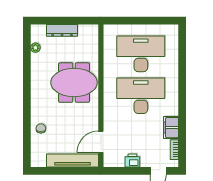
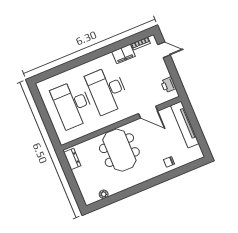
dresser: (62, 30) -> (72, 159), moved, width x0.70
door: (101, 142) -> (148, 112), moved
printer: (132, 161) -> (168, 85), moved

